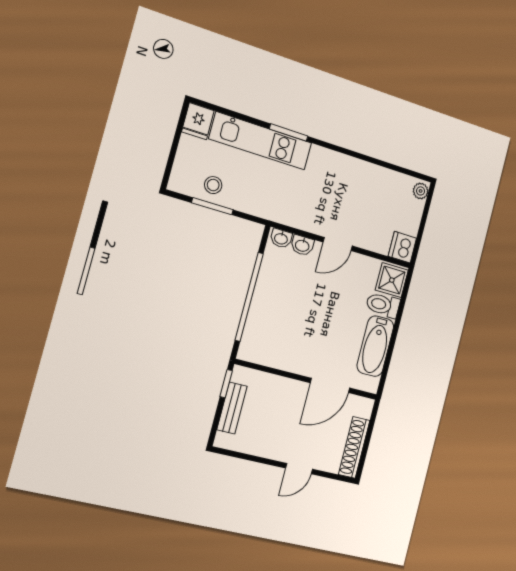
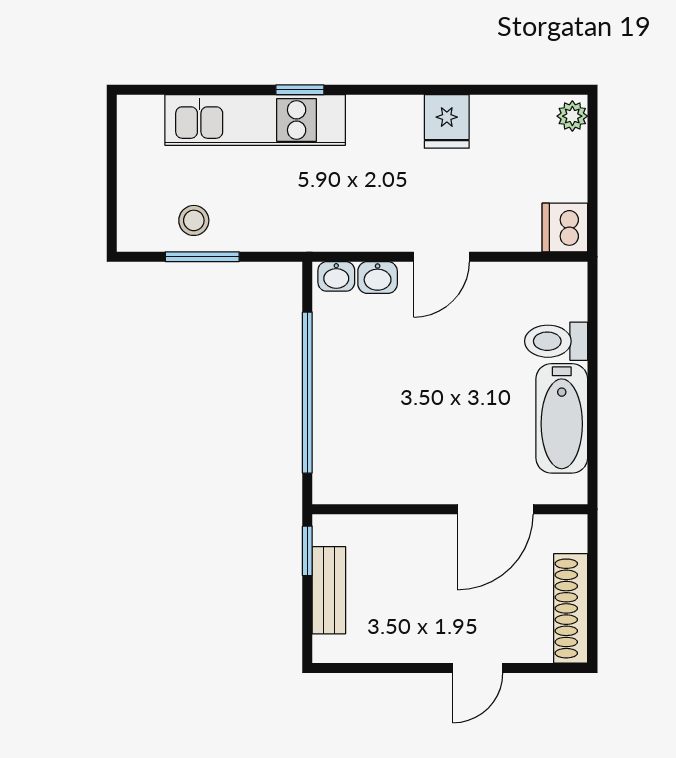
fridge: (198, 121) -> (447, 121), moved
window: (289, 132) -> (300, 90), width x0.67
shower: (392, 280) -> (561, 292), removed

